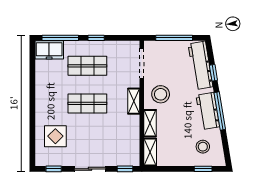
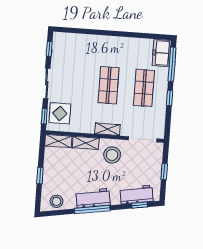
window: (174, 38) -> (164, 172), width x0.46
workbench: (200, 65) -> (137, 195), width x0.73
window: (213, 73) -> (140, 205), moved
display table: (55, 136) -> (60, 113), moved
stool: (203, 147) -> (57, 201), moved
window: (203, 169) -> (40, 176), moved

